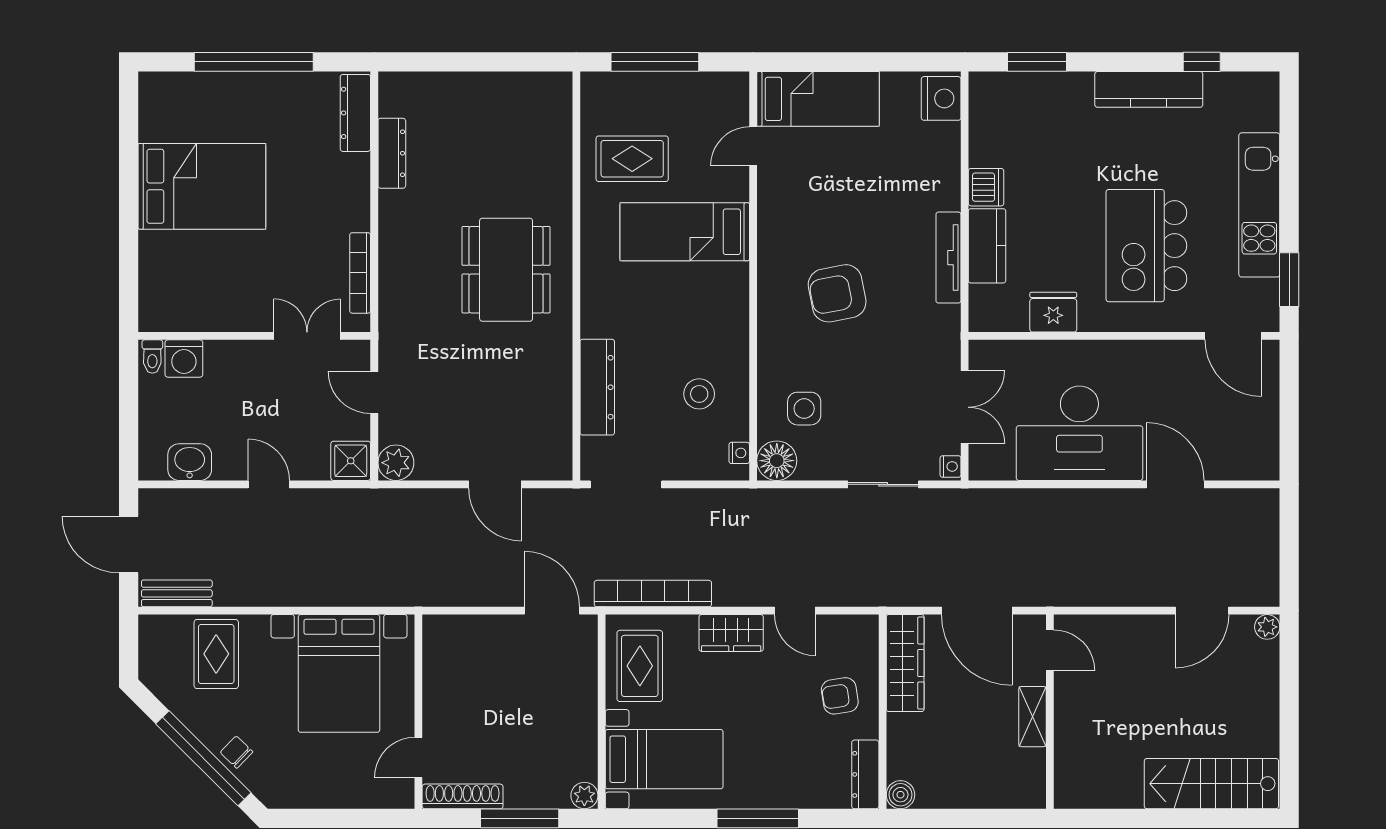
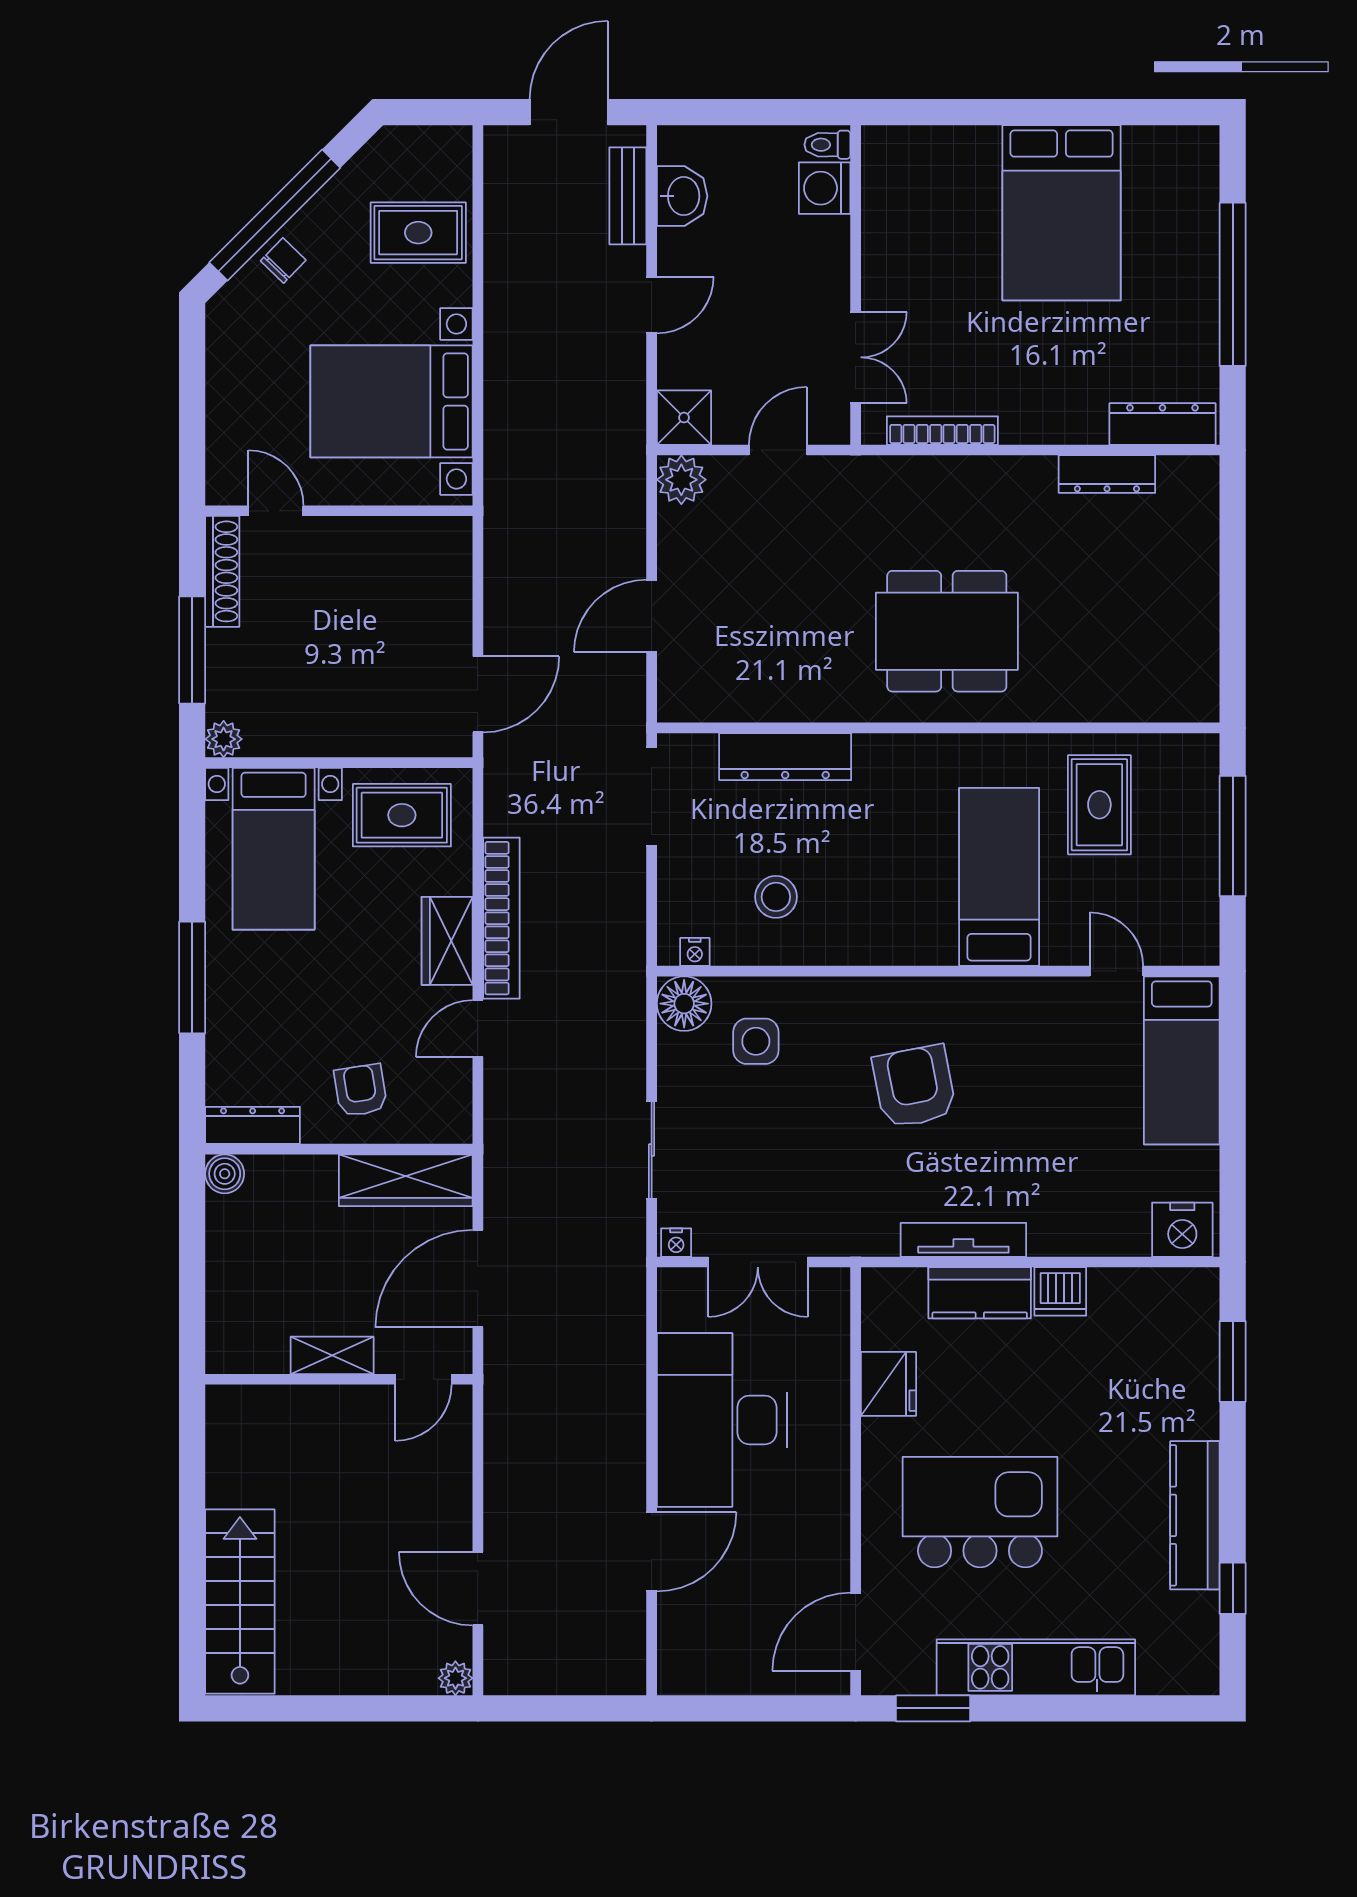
bench: (177, 593) -> (628, 196), moved
bookcase: (653, 594) -> (501, 918), moved

